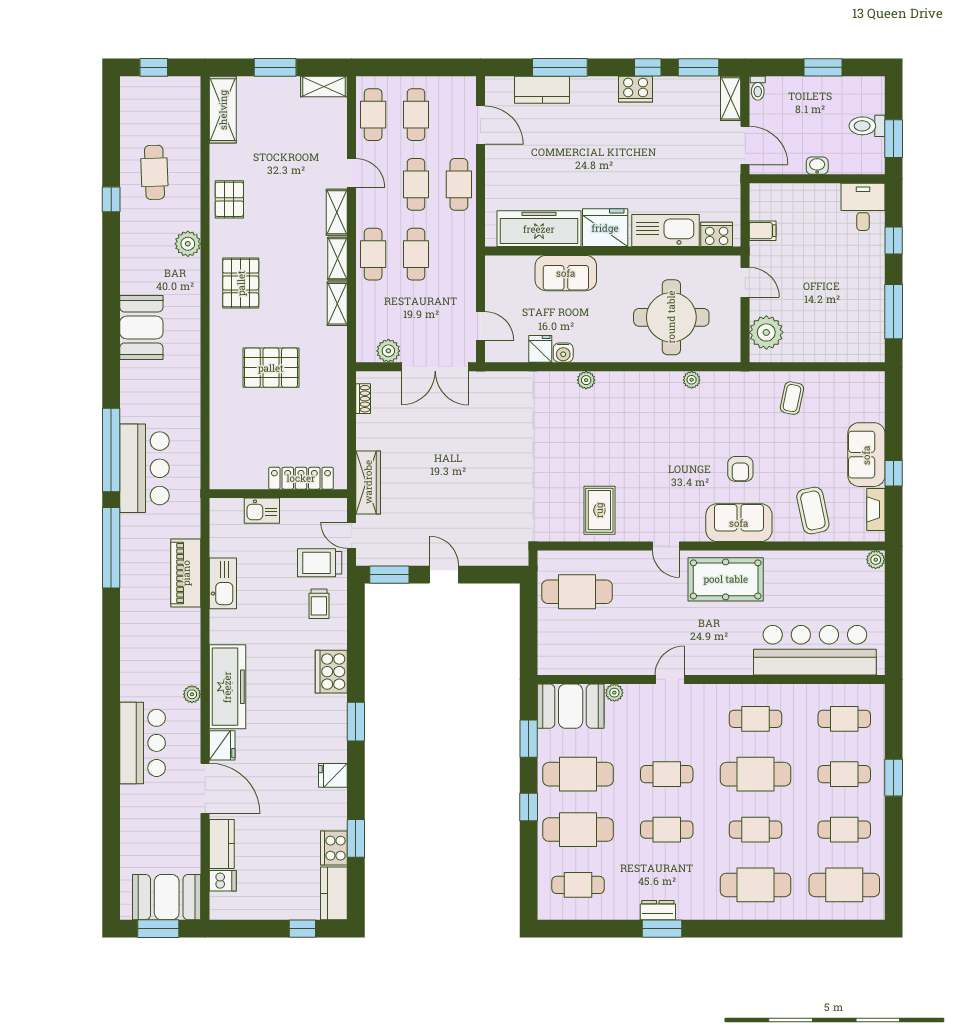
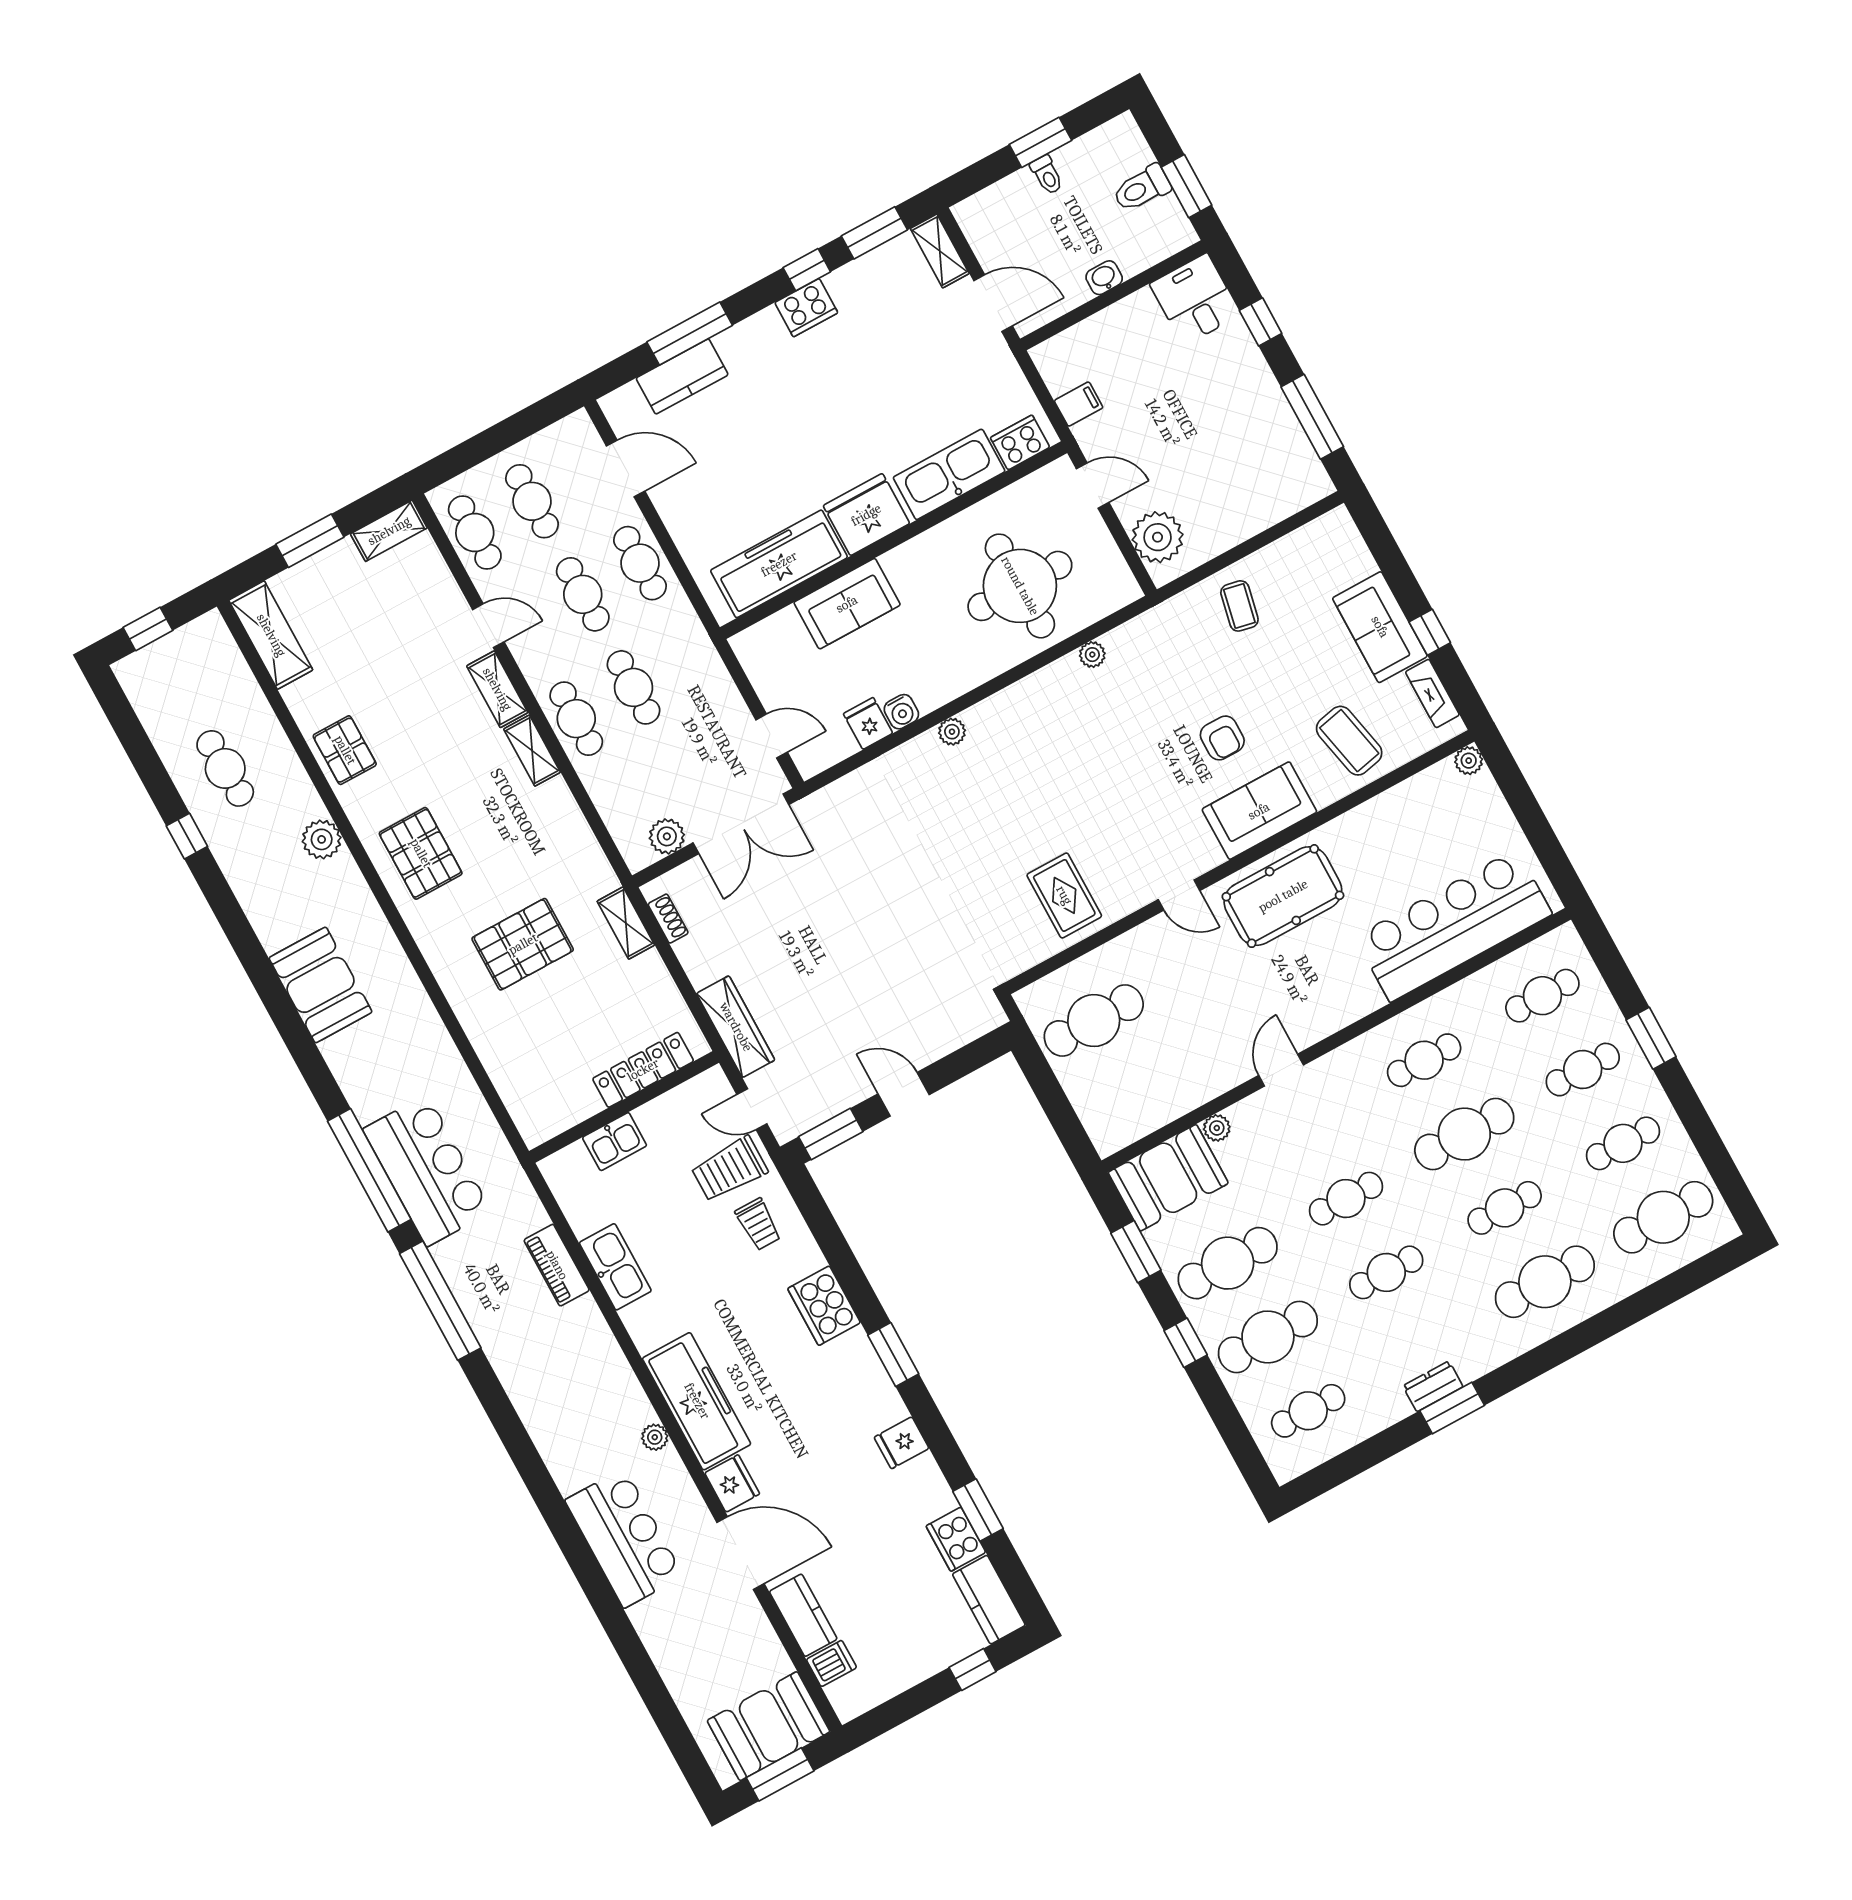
toilet: (758, 88) -> (1047, 175), moved
shelving: (337, 304) -> (626, 923), moved
piano: (186, 573) -> (557, 1265), width x0.73, depth x0.75

